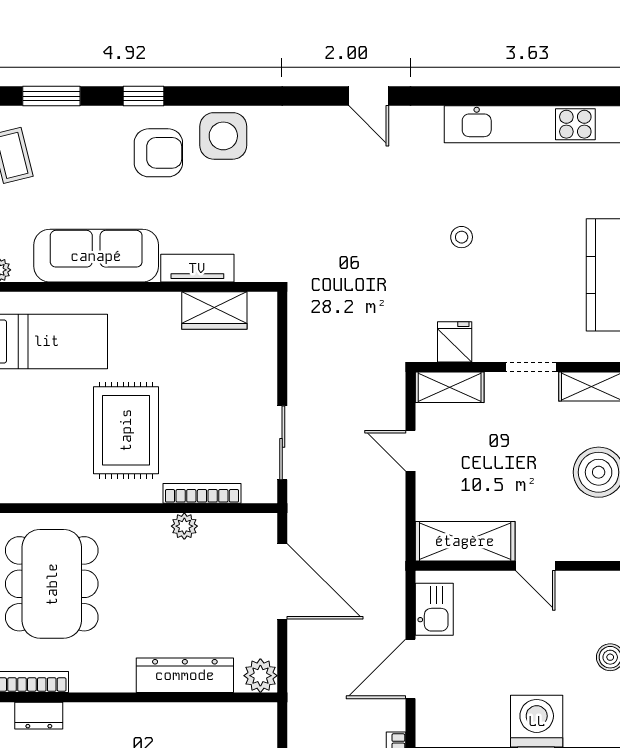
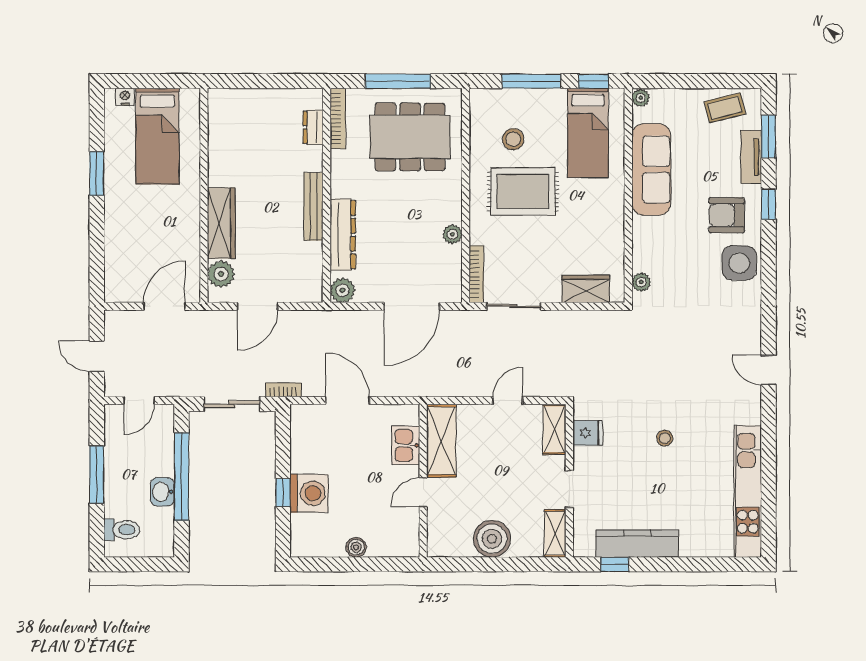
door: (369, 96) -> (768, 370), hinge flipped
armchair: (158, 153) -> (727, 215), turned 90
tv unit: (197, 268) -> (751, 157), moved, turned 180
plant: (249, 269) -> (641, 282), added
wardrobe: (214, 311) -> (586, 289), moved, turned 90
stool: (55, 443) -> (513, 139), added
bookcase: (202, 493) -> (476, 274), moved
kitchen sink: (434, 609) -> (406, 445), moved, turned 90
bench: (146, 715) -> (313, 206), added

